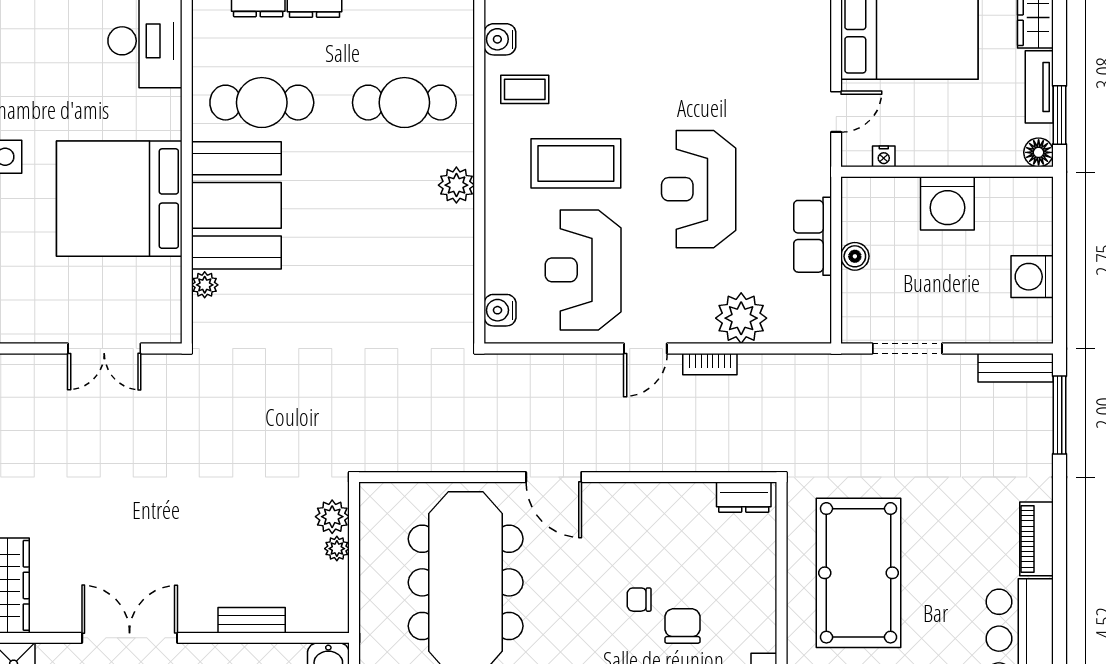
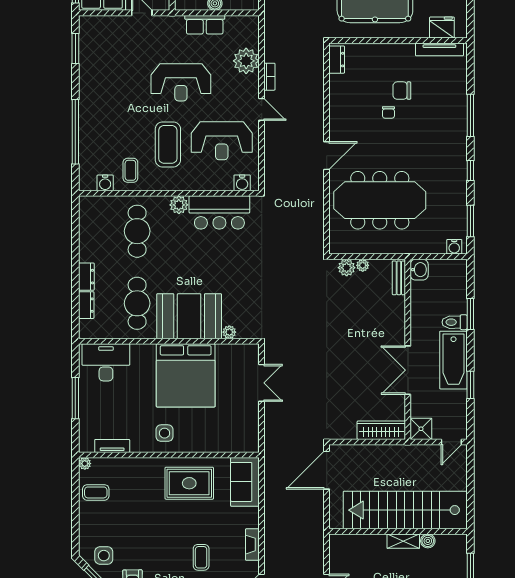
bar counter: (441, 265) -> (219, 212), added
bench: (252, 620) -> (399, 278), moved

